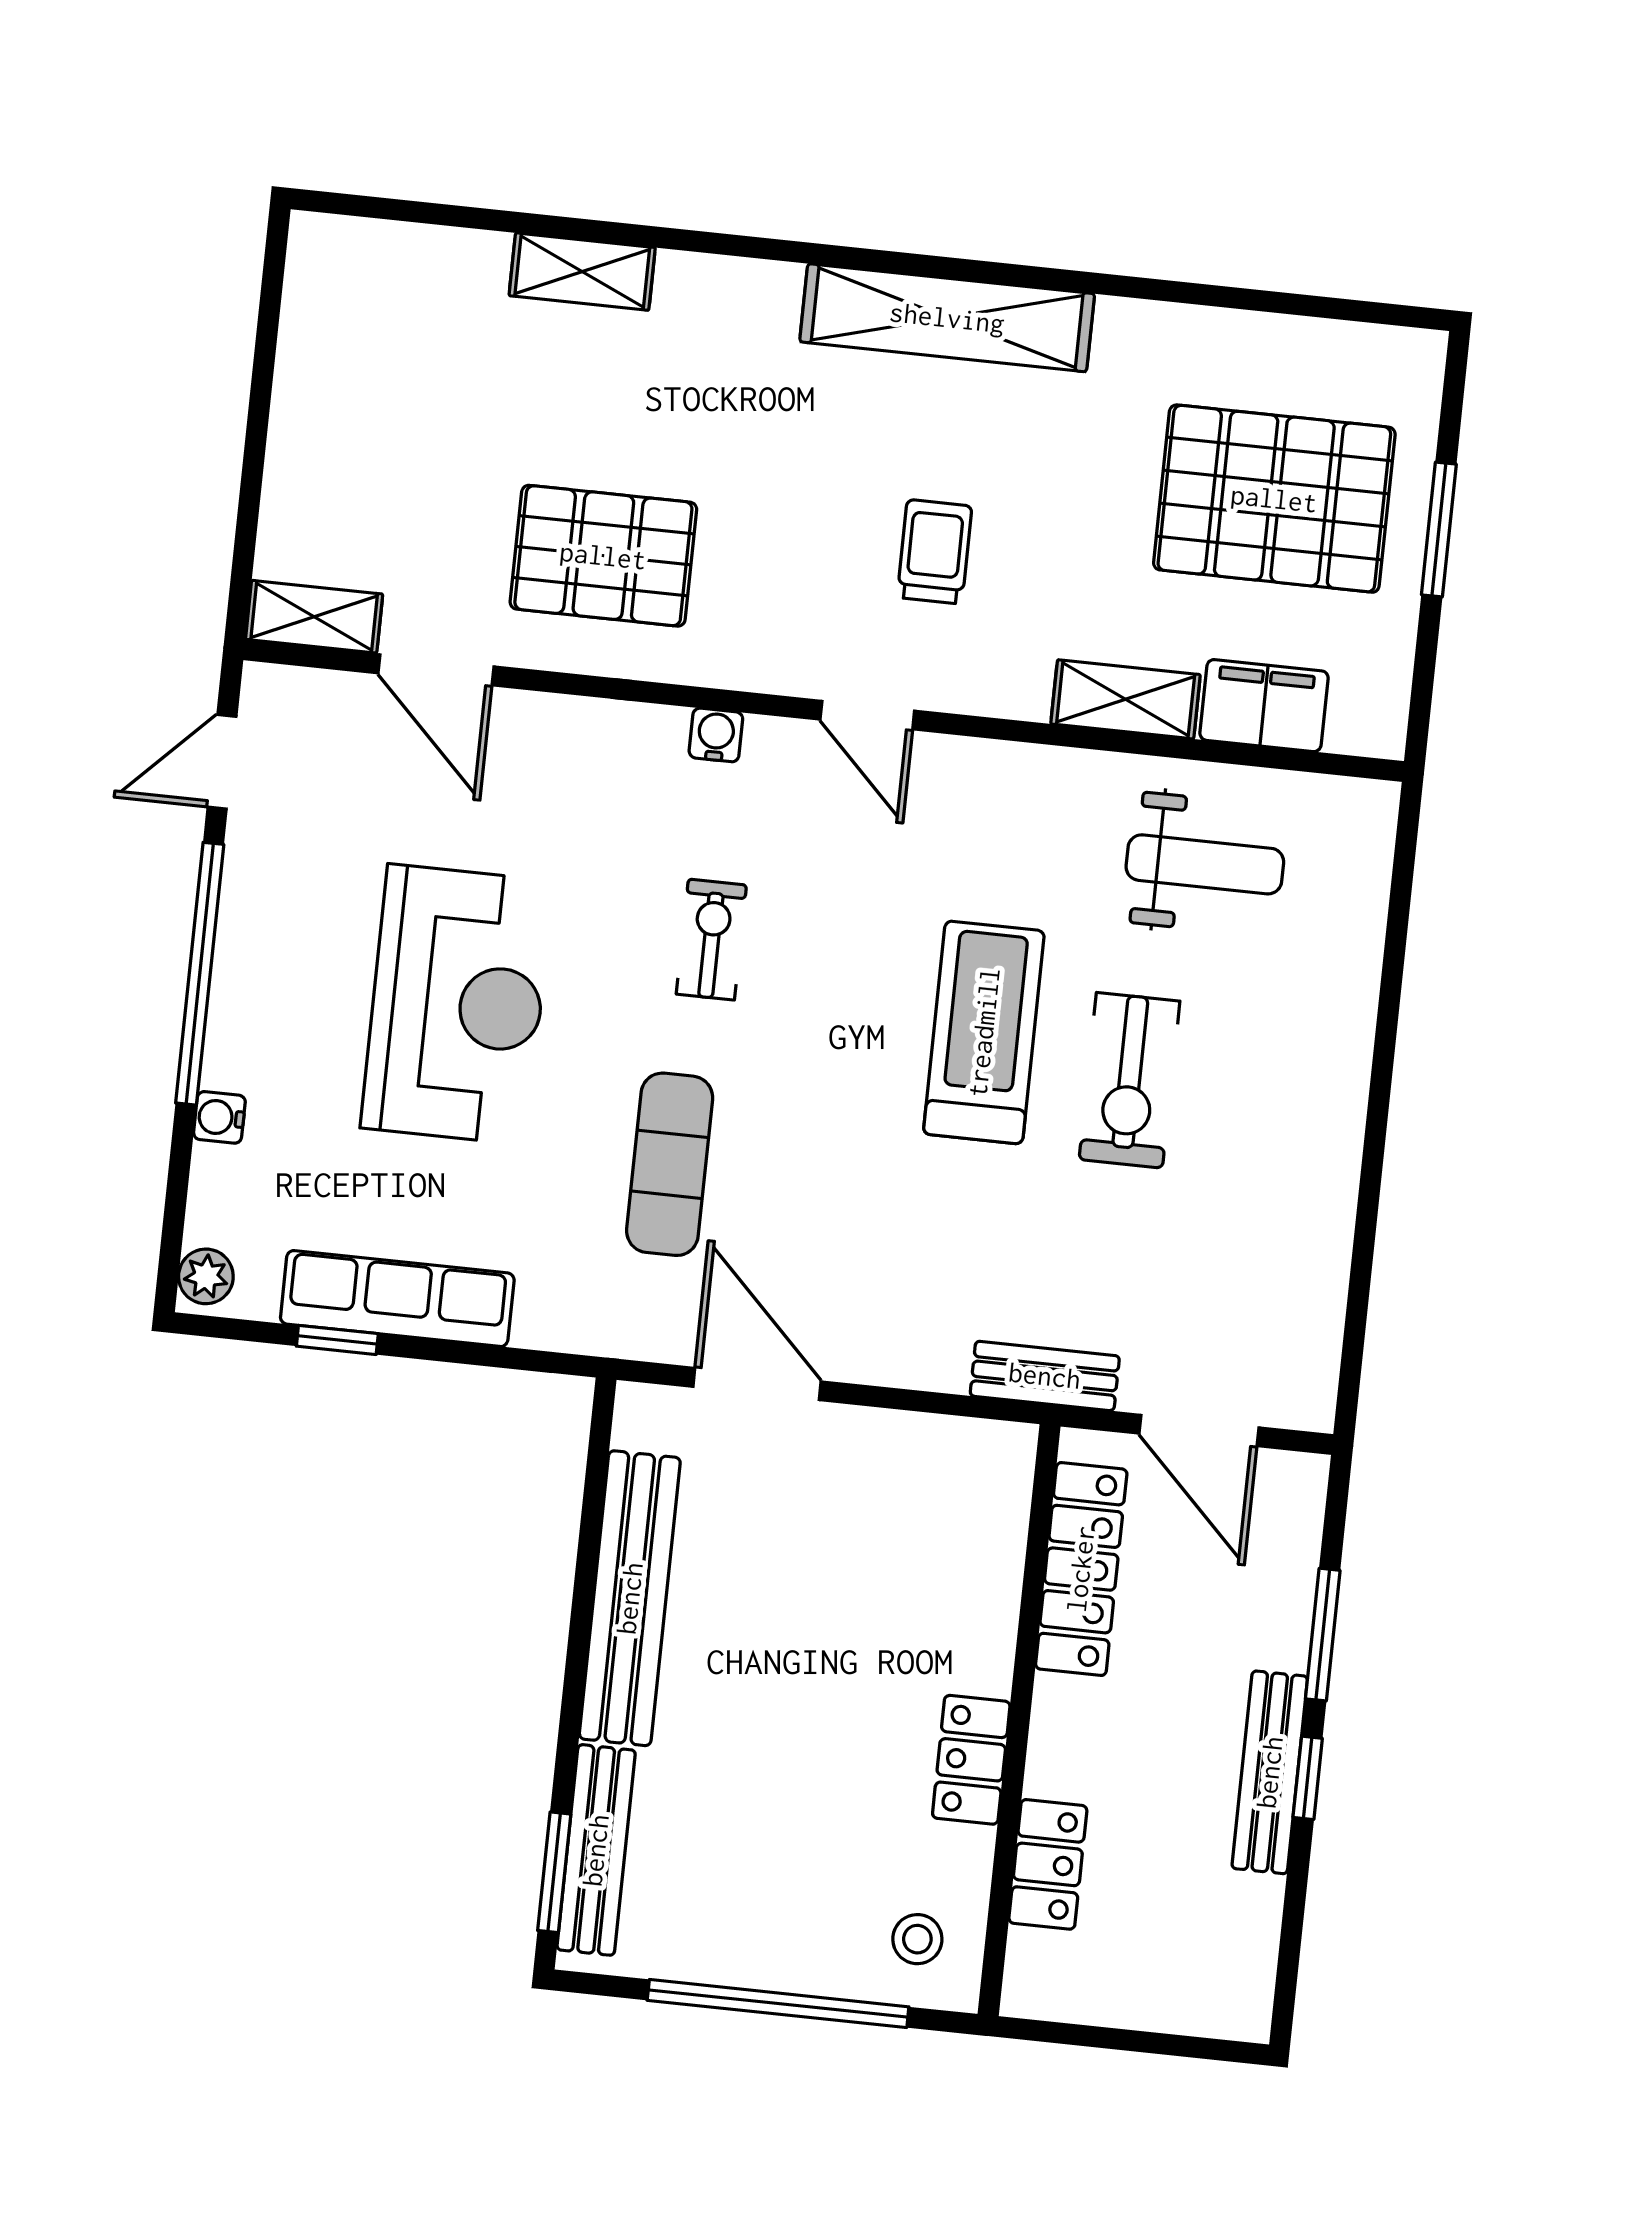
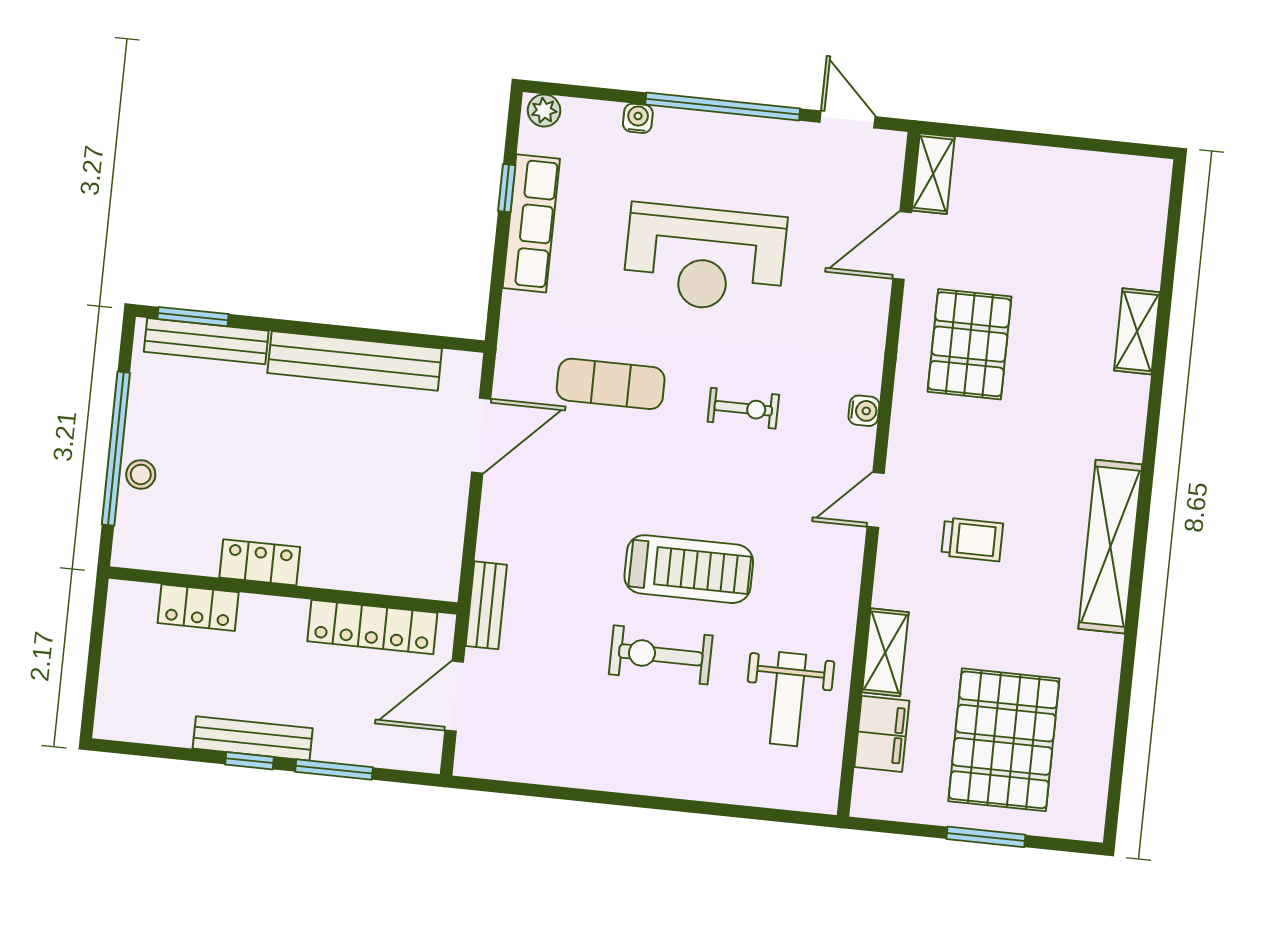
stool: (917, 1939) -> (141, 474), moved

